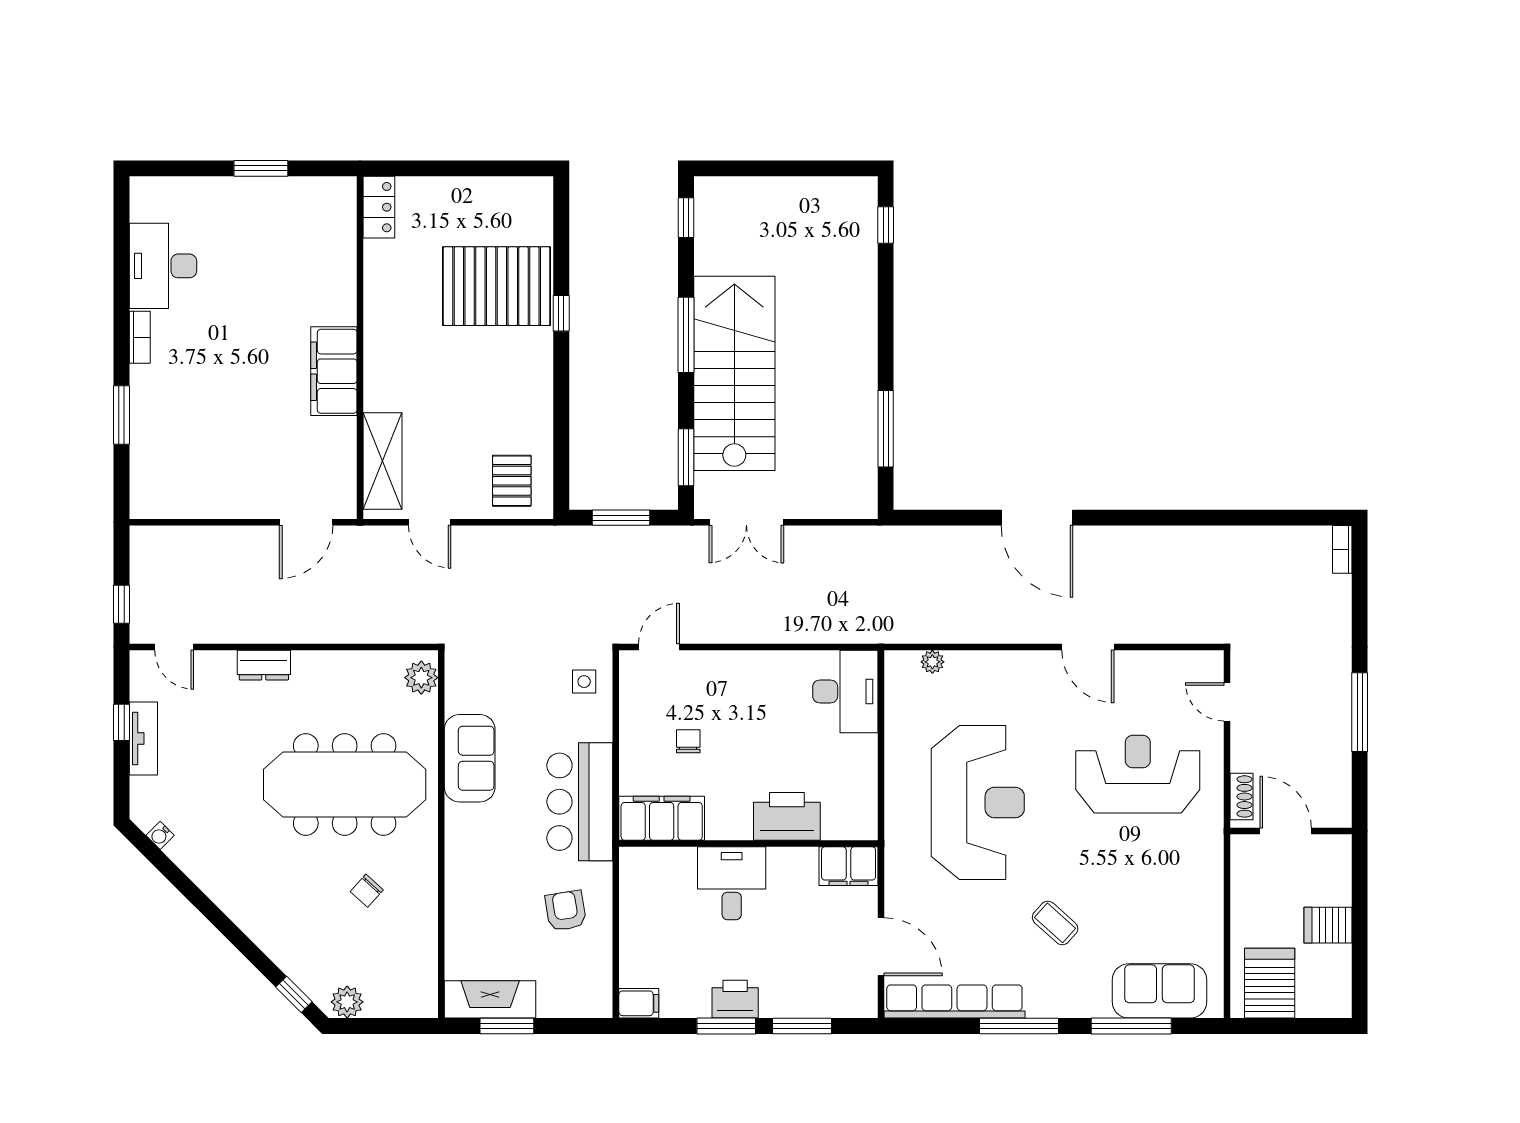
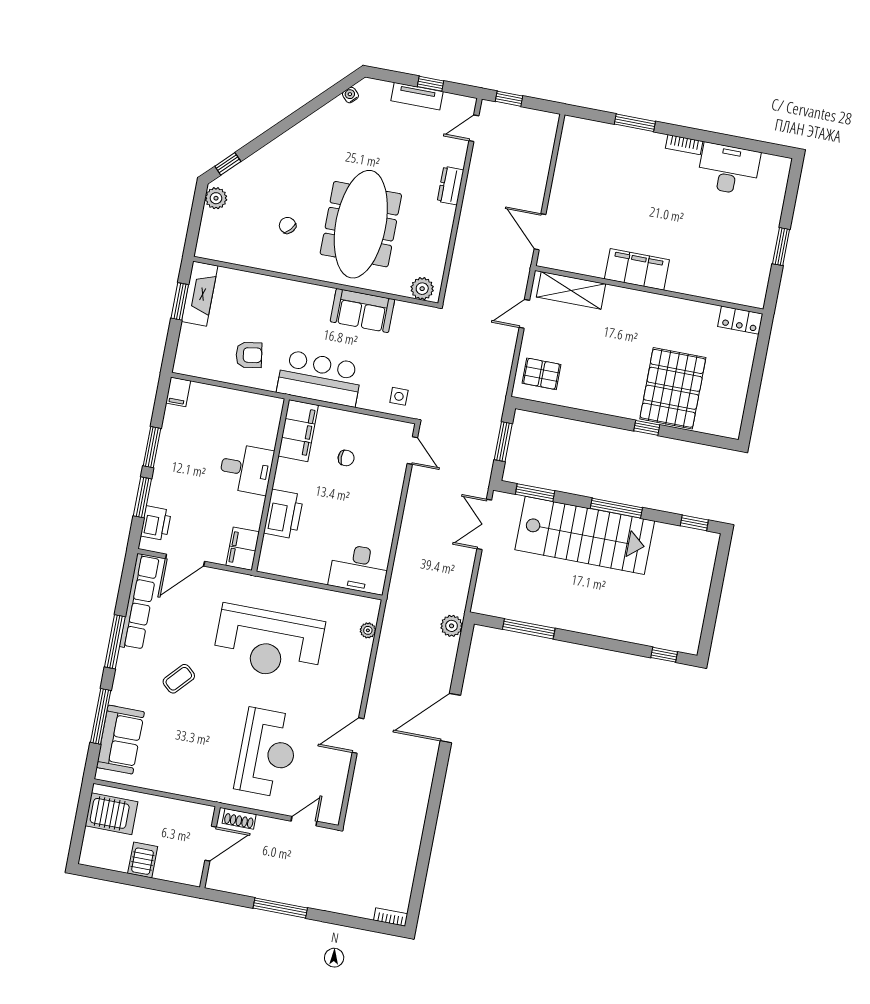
plant: (903, 542) -> (452, 626), added
printer: (735, 999) -> (156, 523), moved

